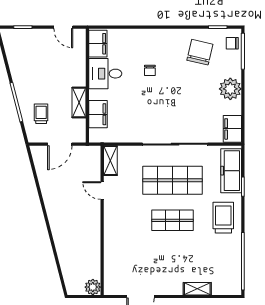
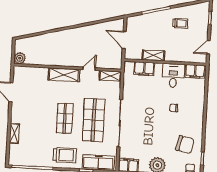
trolley: (41, 114) -> (180, 23), moved
shelving: (112, 225) -> (64, 75), added

